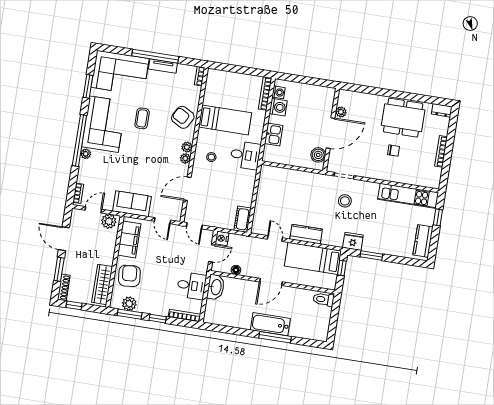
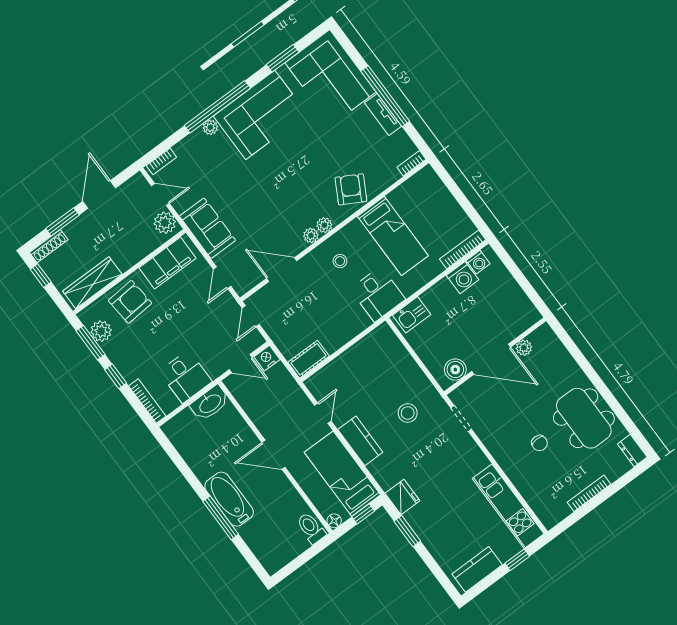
coffee table: (142, 118) -> (307, 148), removed
kitchen sink: (274, 134) -> (412, 315), moved
stool: (345, 201) -> (408, 413), moved
floor lamp: (236, 270) -> (334, 521), moved

